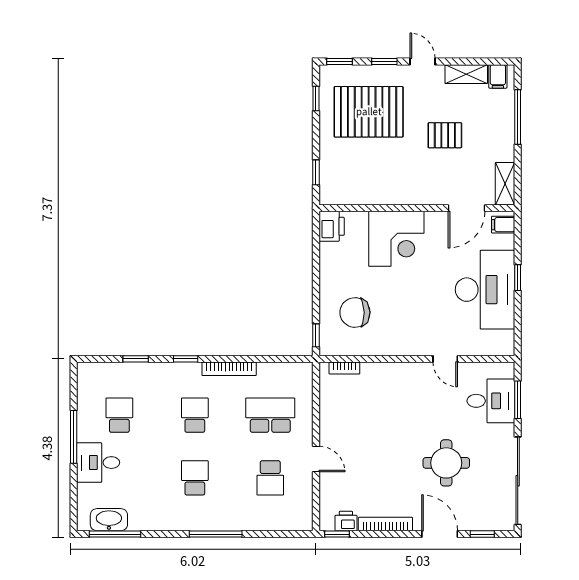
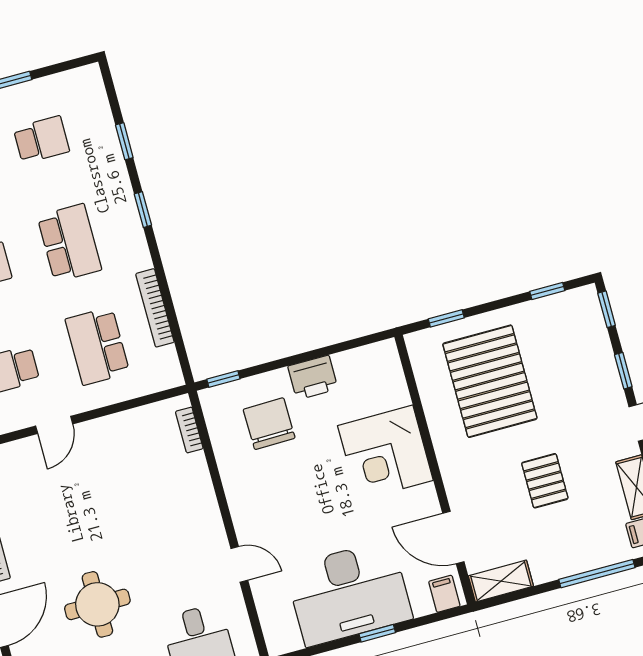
pallet: (369, 112) -> (490, 381), moved
printer: (332, 226) -> (313, 378), moved
door: (445, 359) -> (239, 564), swing flipped
bookcase: (229, 369) -> (155, 308), moved
school desk: (195, 415) -> (69, 243), width x1.85
school desk: (270, 415) -> (97, 346), turned 180

